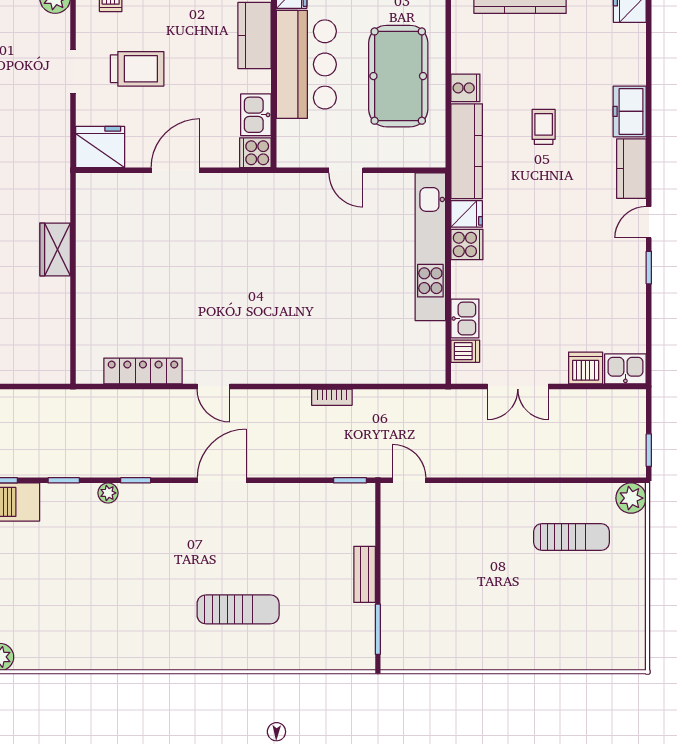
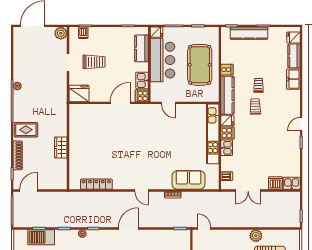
kitchen counter: (631, 169) -> (294, 56), moved
door: (176, 170) -> (120, 103), moved
door: (346, 170) -> (168, 103), moved
trolley: (535, 179) -> (255, 106), added
wardrobe: (55, 249) -> (61, 147), moved
kitchen sink: (465, 319) -> (227, 148), moved
sofa: (371, 360) -> (189, 180), added
door: (213, 387) -> (142, 190), moved
plant: (631, 498) -> (256, 236), moved

